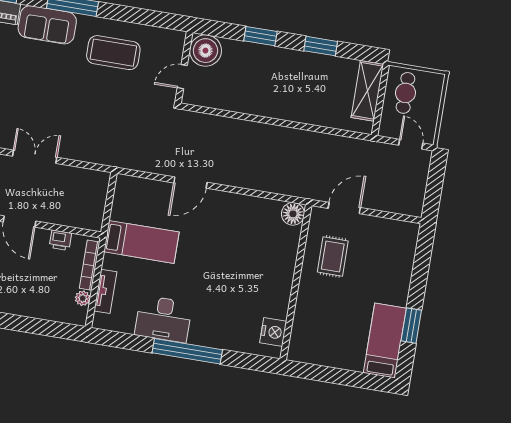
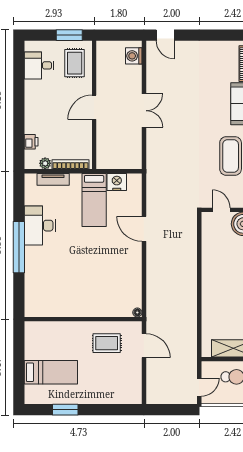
floor lamp: (293, 214) -> (137, 312), width x0.53, depth x0.53
printer: (60, 240) -> (31, 142), moved, turned 180
nightstand: (273, 332) -> (117, 182), moved, turned 180
bed: (385, 341) -> (51, 372), moved

